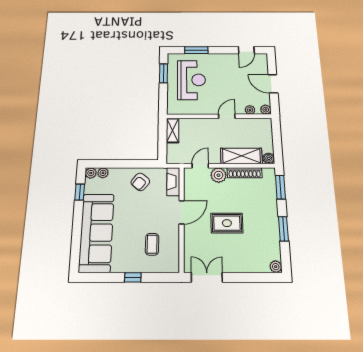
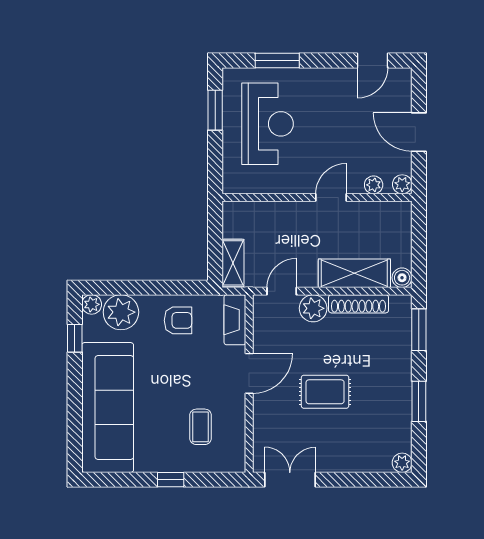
shelving: (173, 130) -> (233, 263), moved
plant: (103, 173) -> (121, 312), width x1.88, depth x1.88
armchair: (140, 182) -> (178, 320), turned -129

